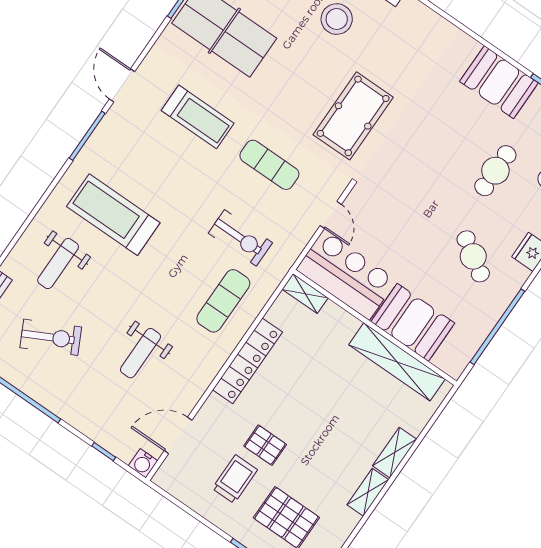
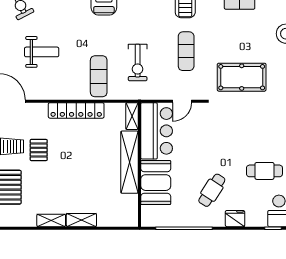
exercise mat: (223, 301) -> (99, 76), turned 90
weight bench: (140, 353) -> (42, 52), turned 180
shelving: (397, 362) -> (129, 162), moved

